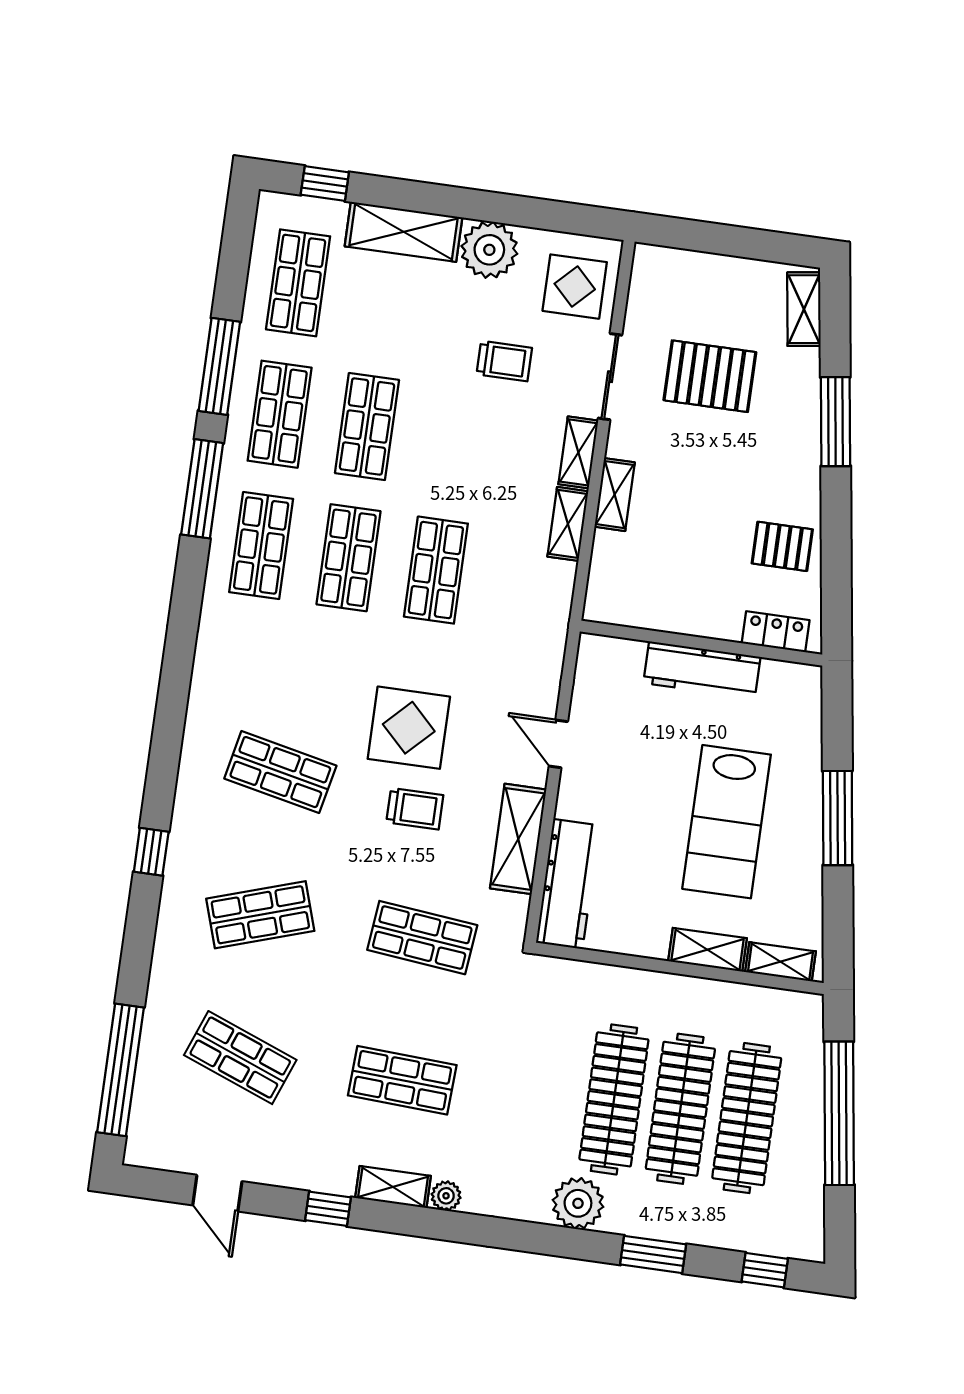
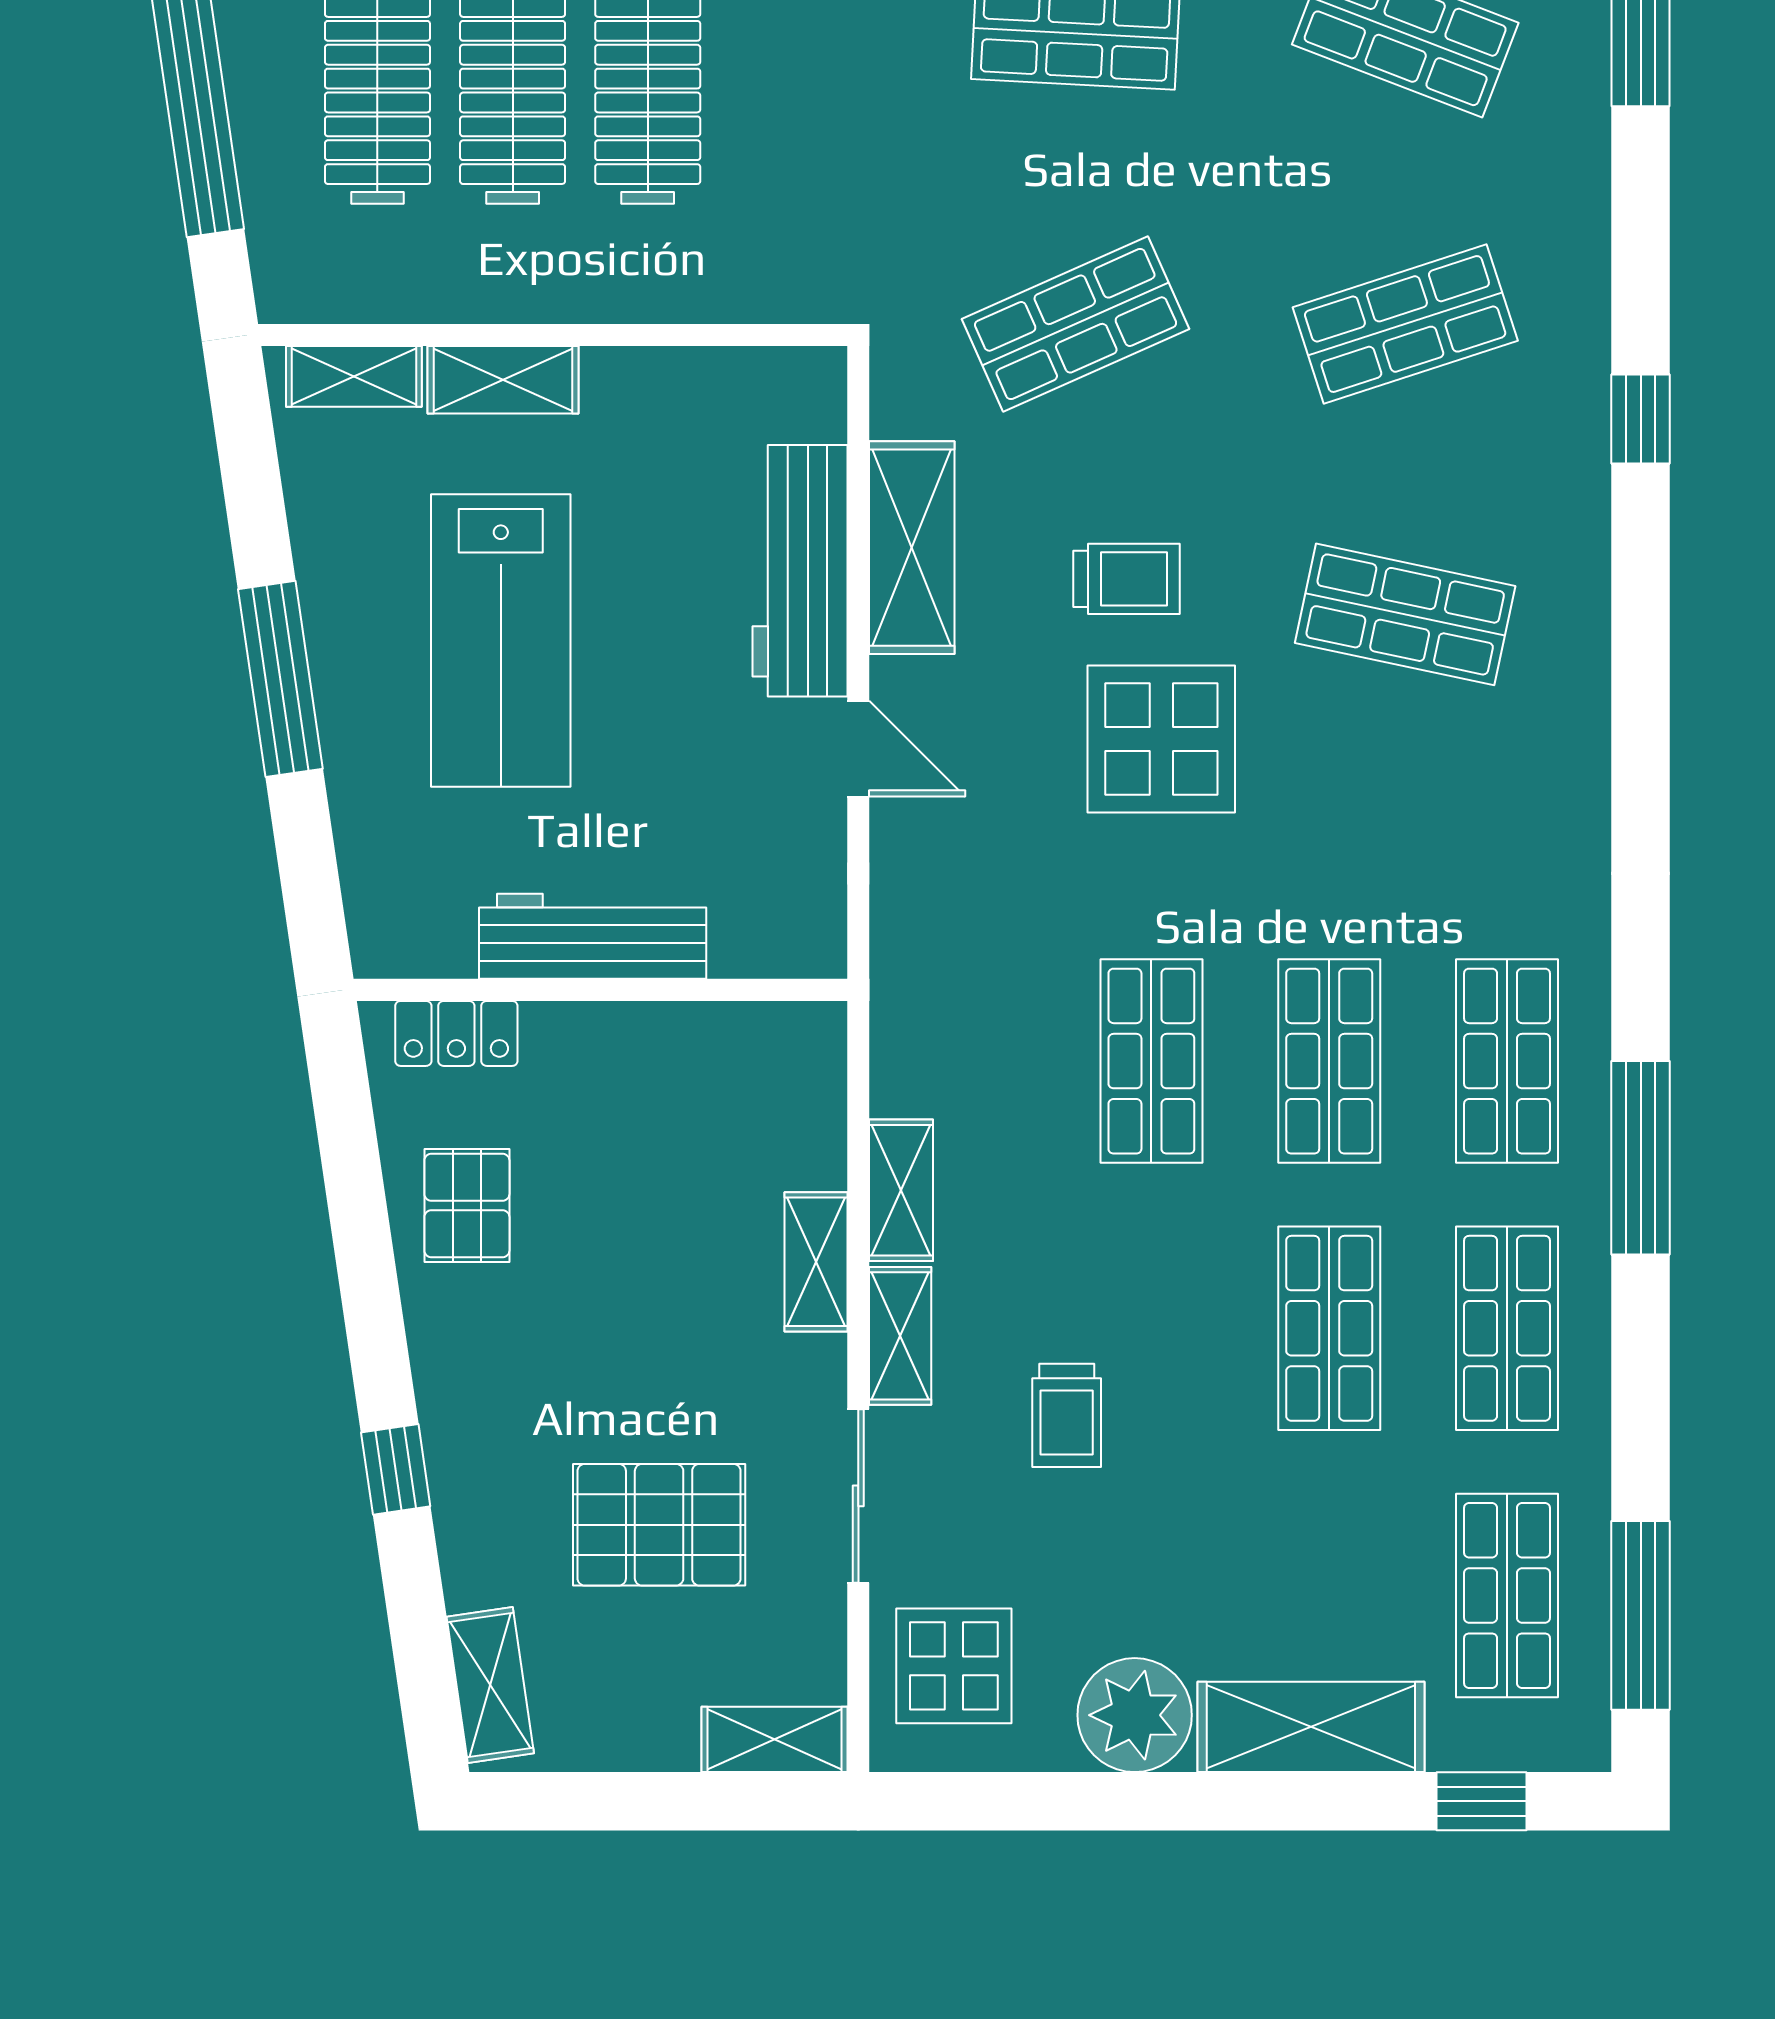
shelving: (668, 263) -> (774, 1739), added
trolley: (504, 361) -> (1067, 1415), moved, turned -90
window: (219, 366) -> (1641, 1615), moved
window: (835, 422) -> (396, 1469), width x0.46
pallet: (782, 546) -> (467, 1205), turned 90
trolley: (415, 809) -> (1127, 579), turned 180
lab bench: (727, 822) -> (501, 641), turned 180
workbench: (568, 884) -> (800, 571), moved
shop shelf: (422, 938) -> (1076, 324), turned -30

